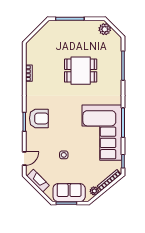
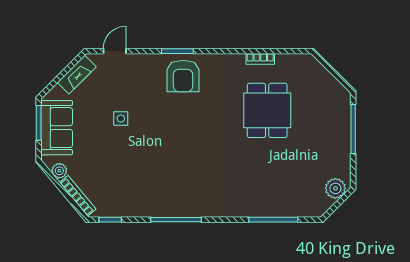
dining table: (81, 71) -> (267, 110), moved
corner sofa: (102, 133) -> (159, 184), removed
door: (24, 159) -> (115, 51), swing flipped

